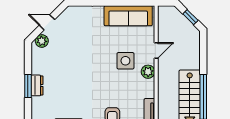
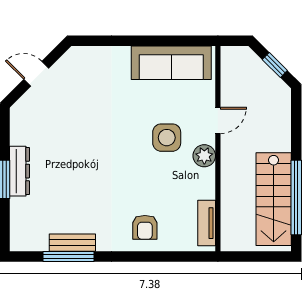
plant: (42, 41) -> (28, 105), removed
dresser: (37, 85) -> (20, 171), width x1.44

